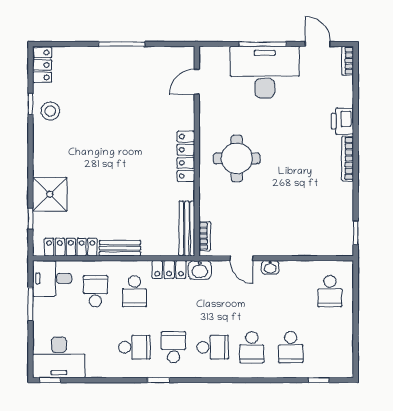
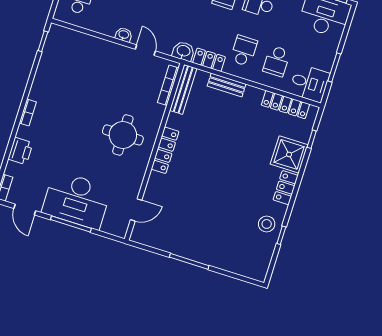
locker: (42, 65) -> (286, 188), moved
printer: (342, 121) -> (20, 151), moved
bookcase: (348, 158) -> (28, 112), width x0.64
bookcase: (205, 236) -> (168, 85), width x1.56
bench: (120, 248) -> (227, 85), moved

